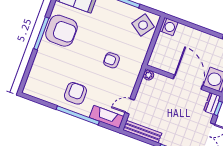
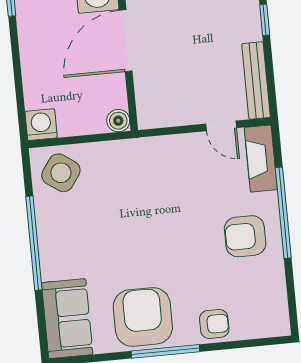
armchair: (112, 60) -> (214, 324), moved, turned -90
boiler: (154, 62) -> (118, 121), added
plant: (148, 75) -> (147, 119), removed

